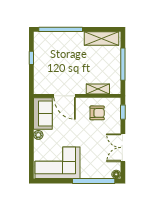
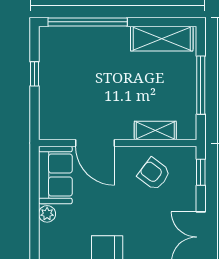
armchair: (97, 113) -> (154, 174), turned -143

